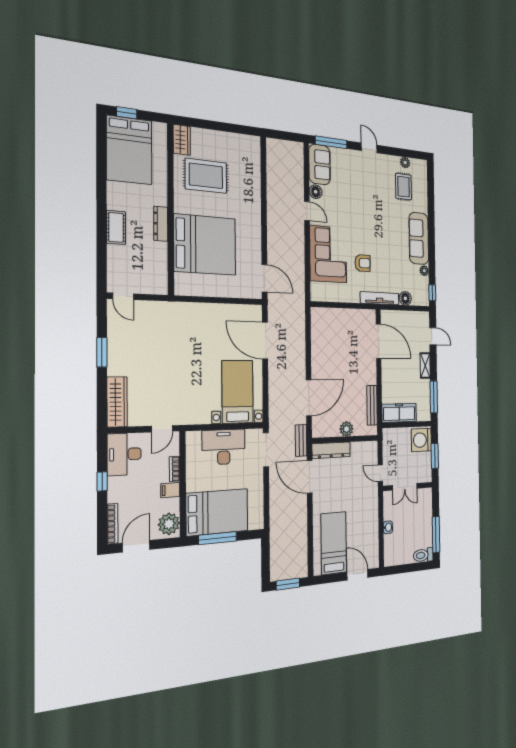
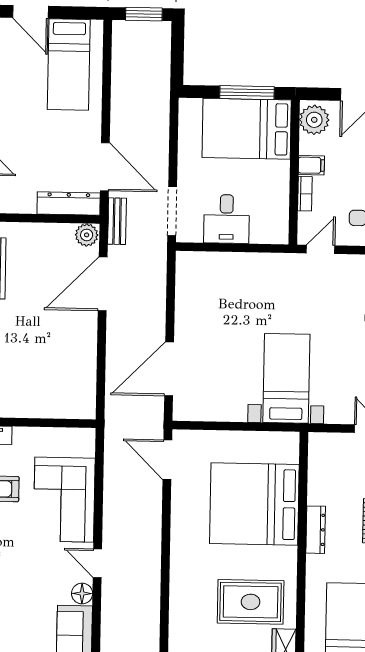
door: (265, 341) -> (169, 369), swing flipped
bed with nightstands: (238, 392) -> (286, 378), moved, turned 180
plant: (346, 429) -> (87, 235), moved
desk: (224, 447) -> (227, 219), width x0.73

